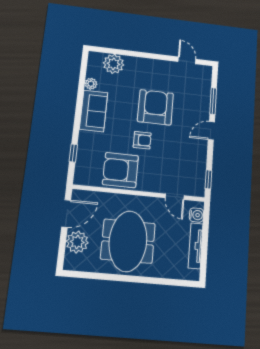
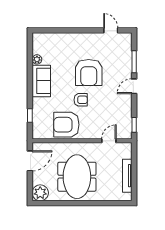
plant: (114, 64) -> (53, 41), removed
armchair: (155, 107) -> (89, 72), turned 180
door: (175, 197) -> (109, 141), swing flipped
water cooler: (196, 215) -> (126, 153), removed
plant: (77, 242) -> (40, 193), moved

